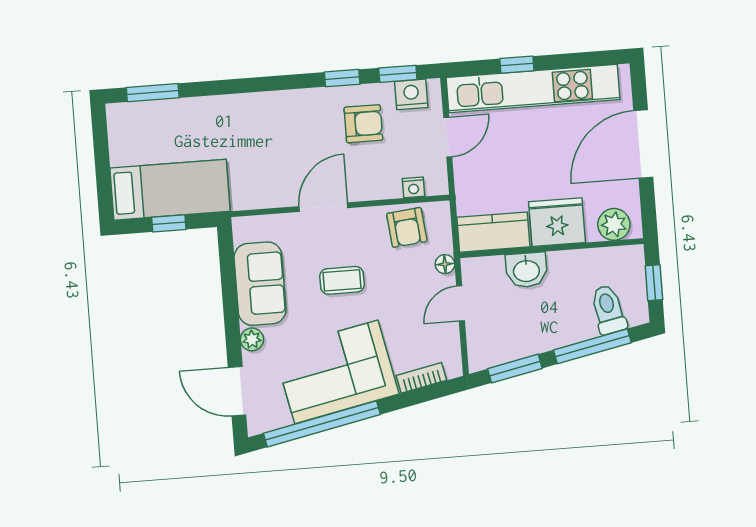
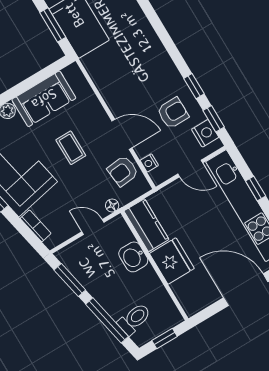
armchair: (363, 124) -> (173, 113), turned -90
door: (323, 207) -> (122, 134), moved
window: (169, 223) -> (53, 25), width x1.50
plant: (614, 224) -> (188, 296), removed

